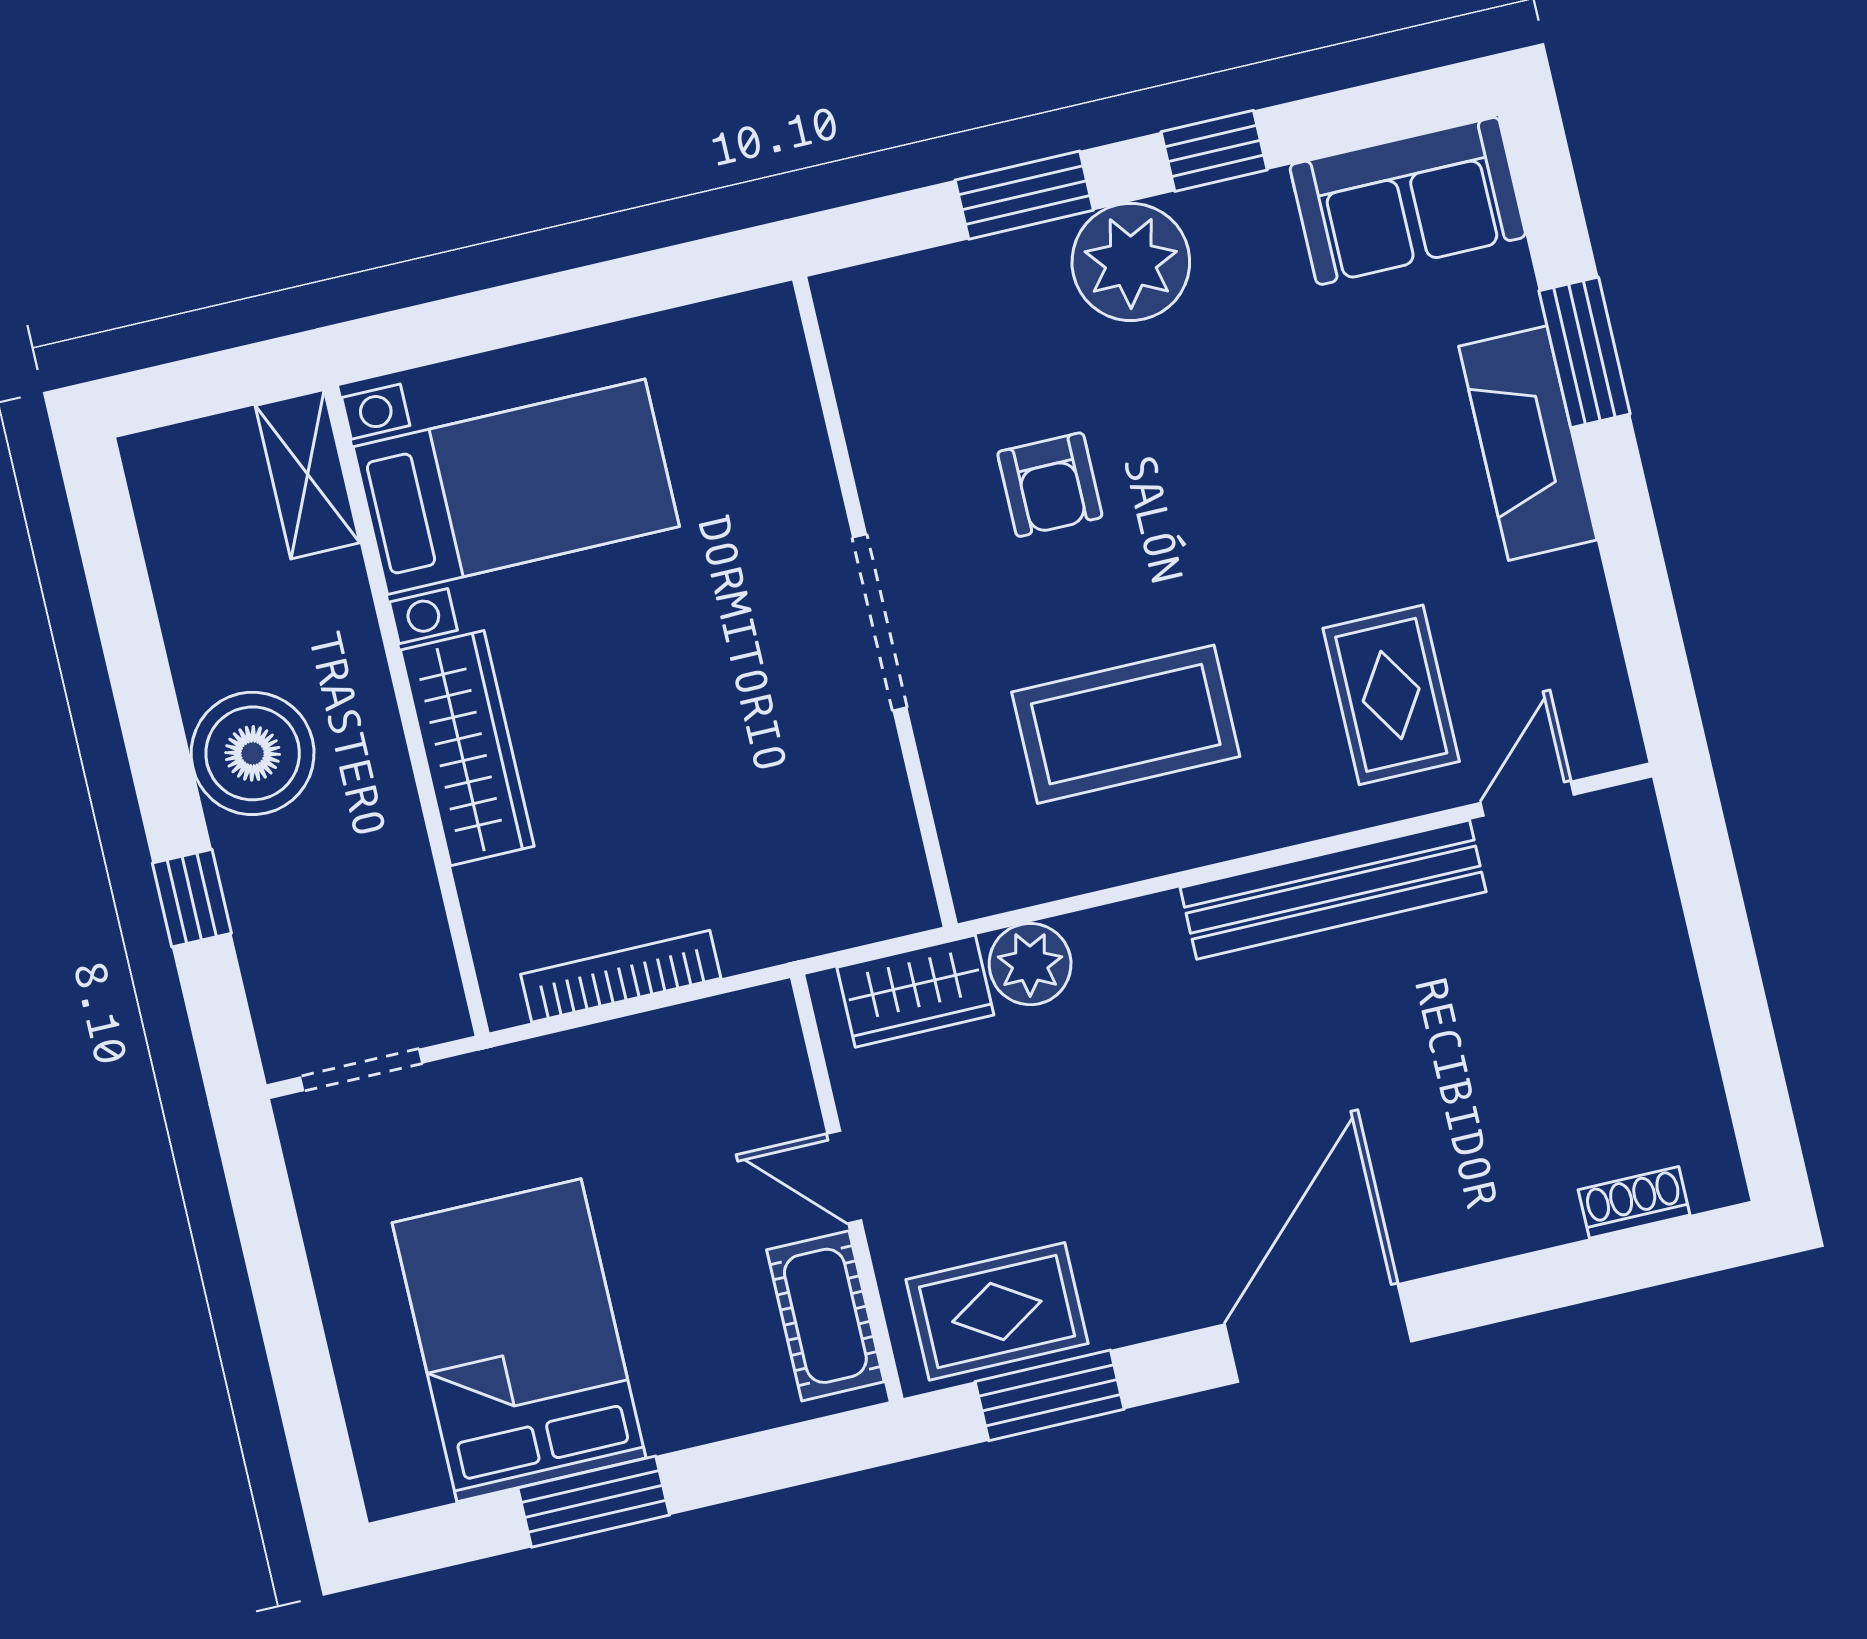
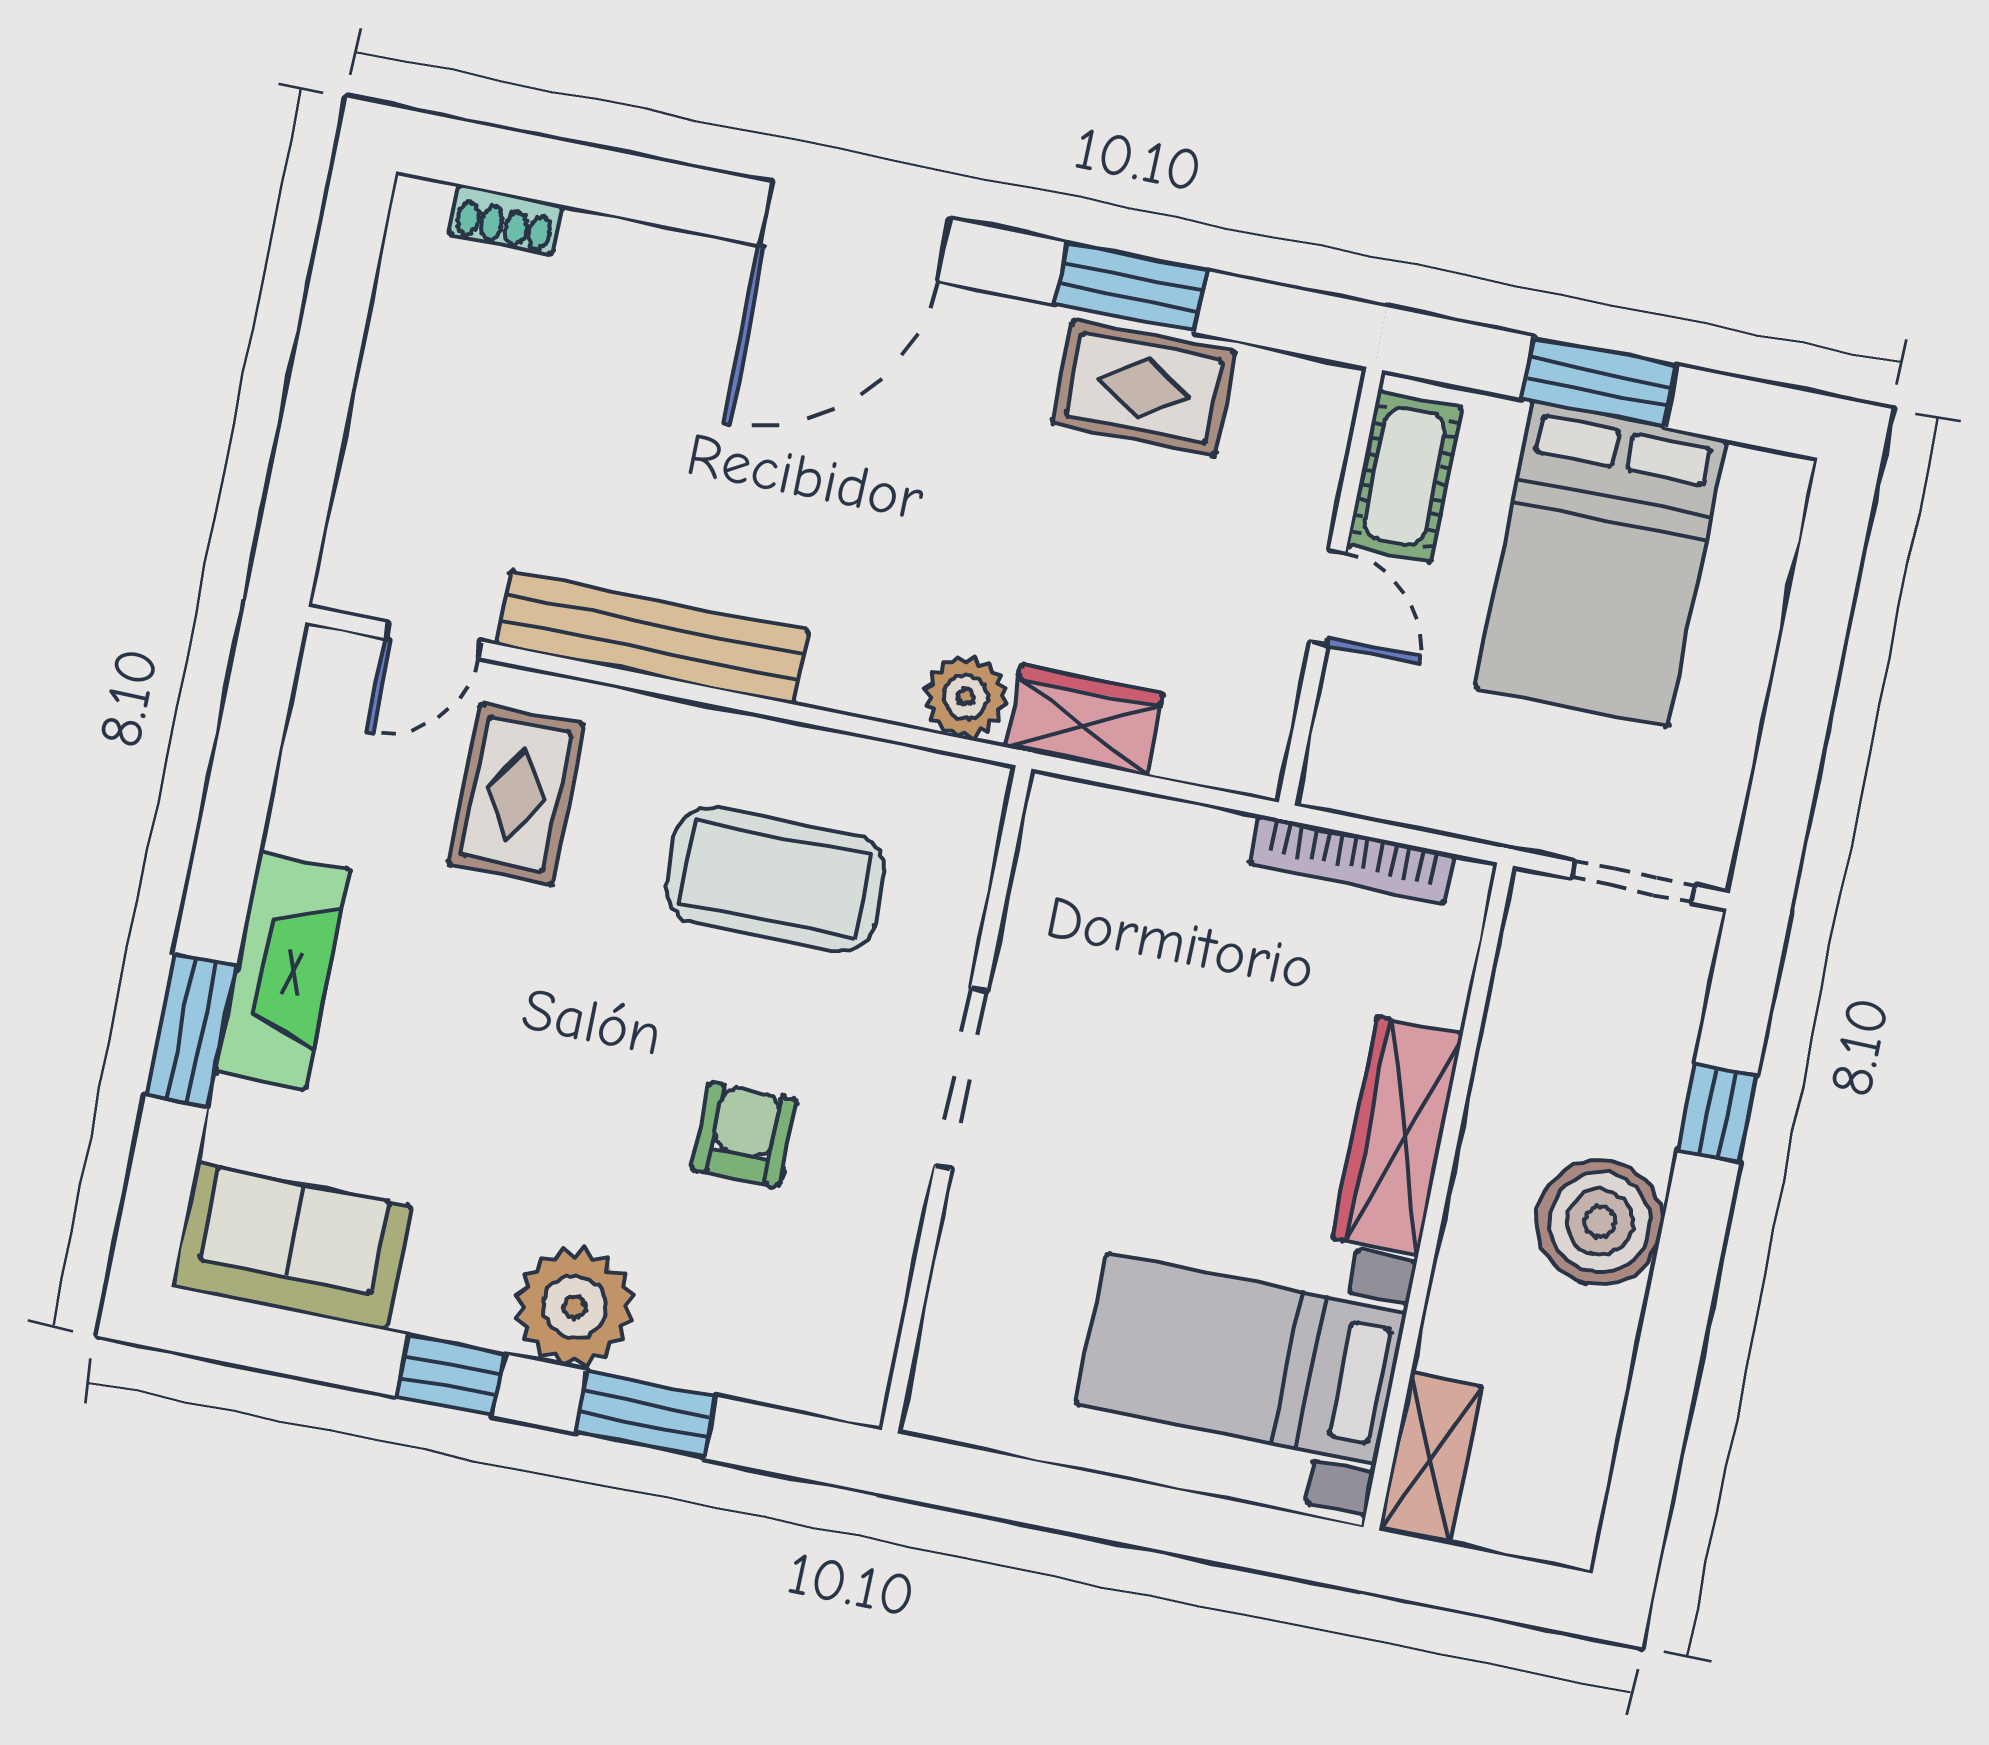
door: (844, 1177) -> (1328, 598), moved
wall: (847, 1188) -> (1330, 586), moved
cot: (825, 1316) -> (1405, 476), moved

